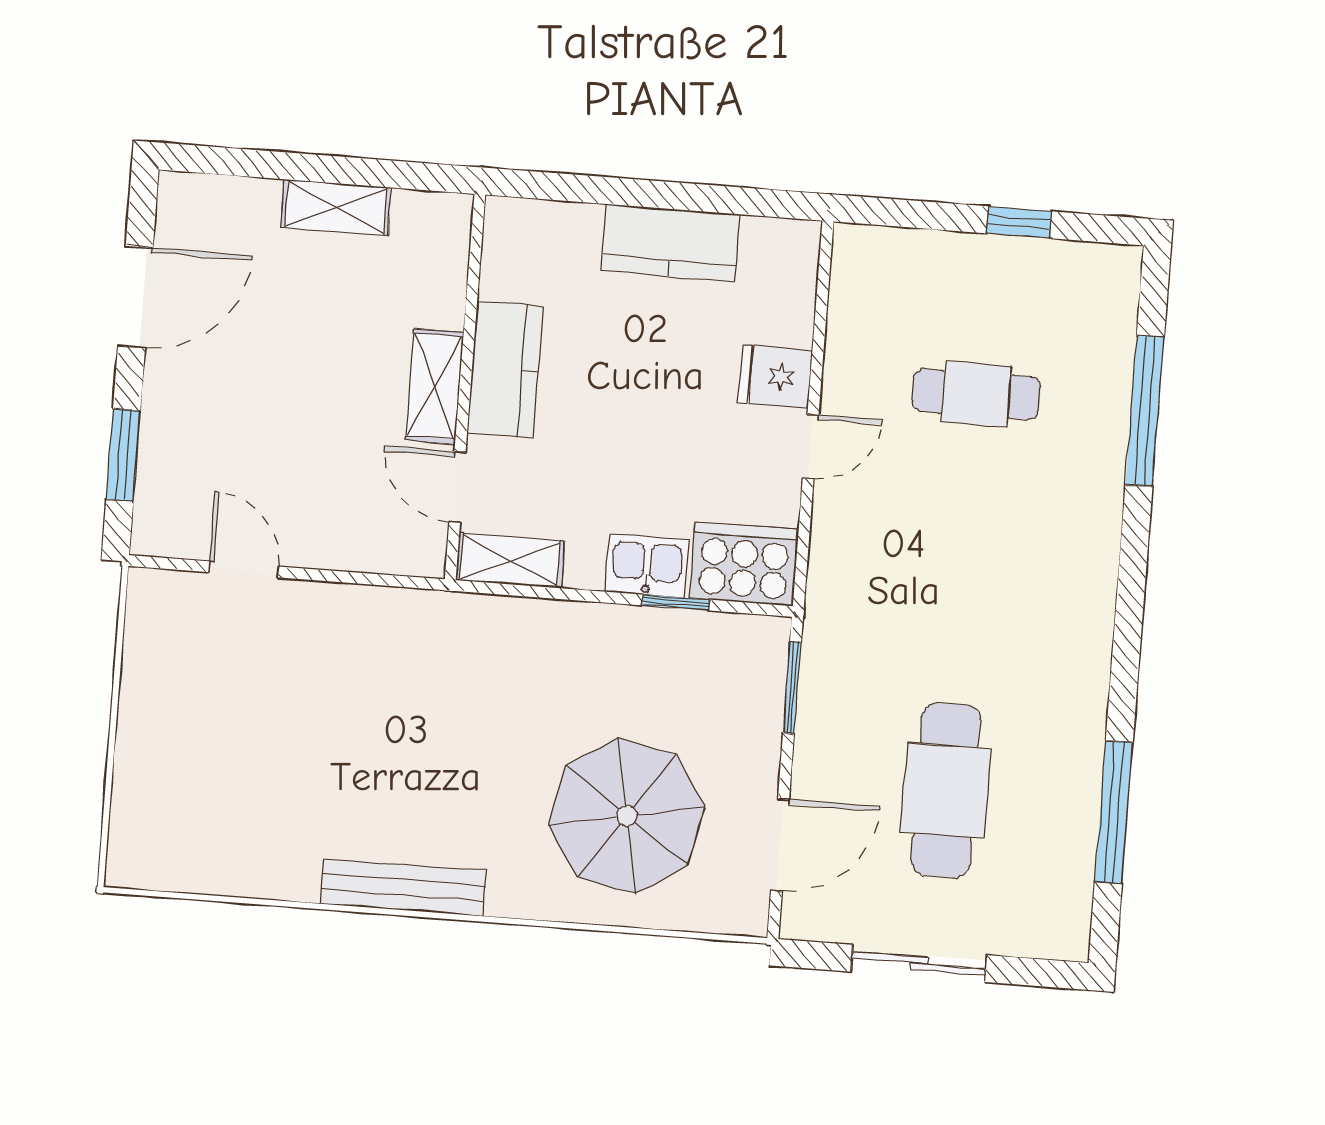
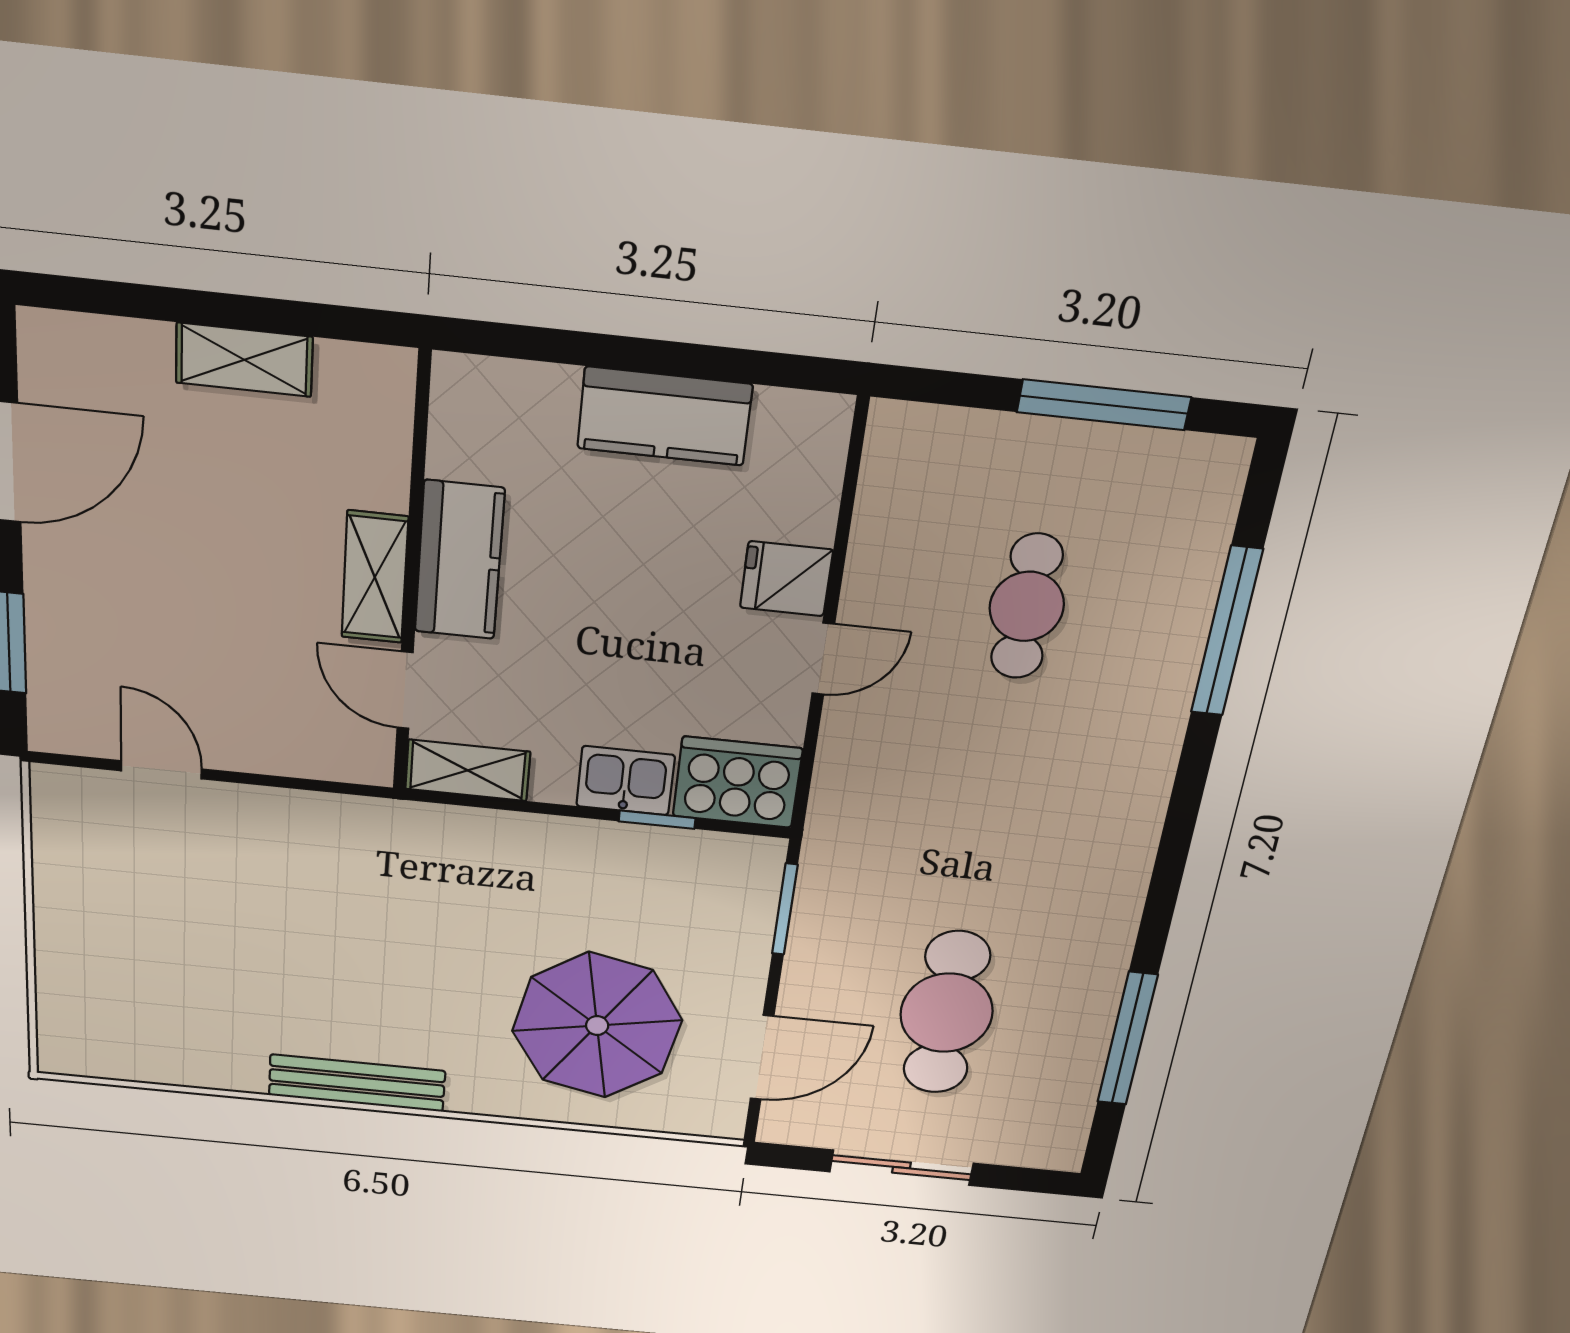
window: (1019, 222) -> (1104, 405), width x2.17
cafe table: (976, 394) -> (1027, 606), turned 90

